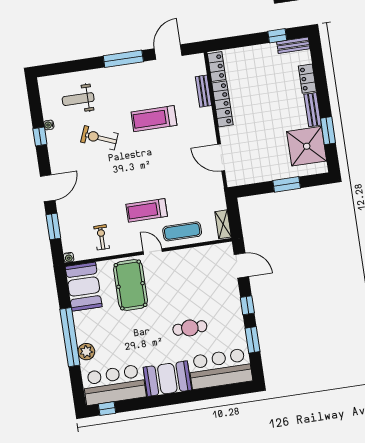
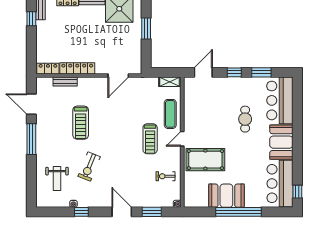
booth: (84, 287) -> (226, 196), moved
plant: (86, 352) -> (251, 201), removed

